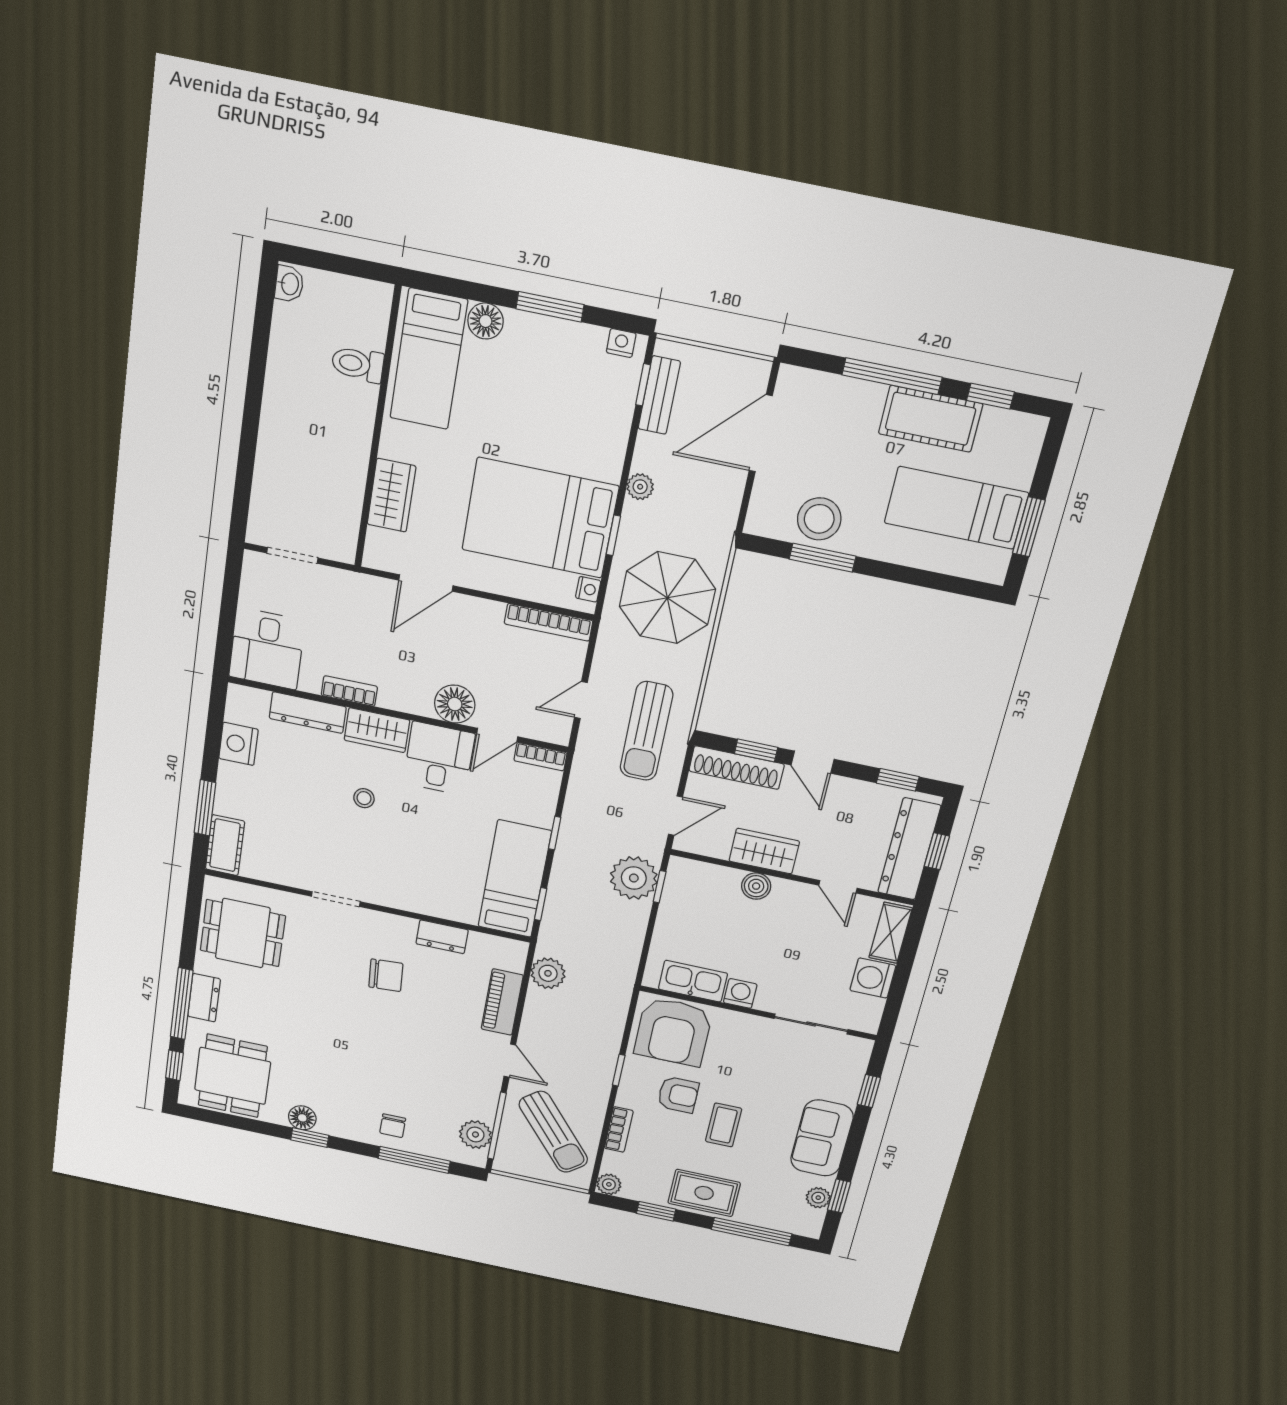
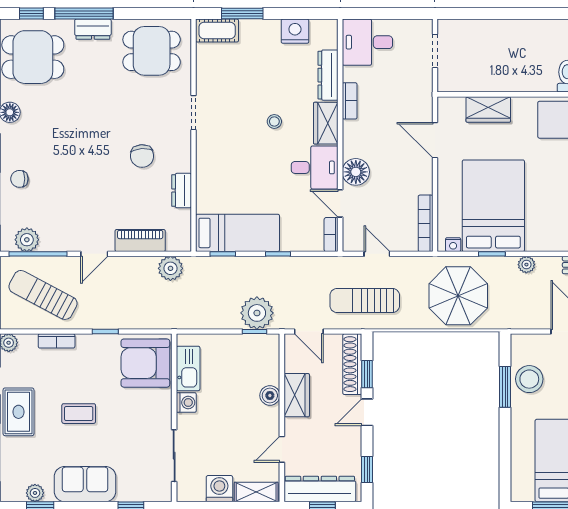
dining table: (243, 933) -> (152, 51), turned 90
armchair: (678, 1095) -> (96, 377), removed
sun lounger: (553, 1132) -> (43, 295), turned 67

